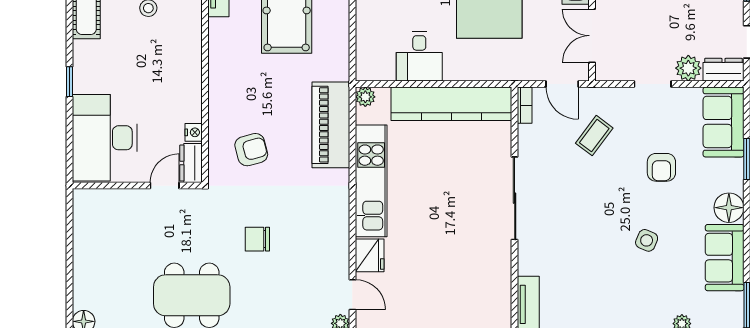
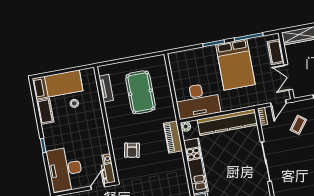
desk: (419, 56) -> (198, 101), width x1.87, depth x1.30
door: (562, 84) -> (278, 103), hinge flipped
piano: (331, 125) -> (173, 137), width x0.73, depth x0.75
armchair: (251, 150) -> (132, 150), moved, turned 116

